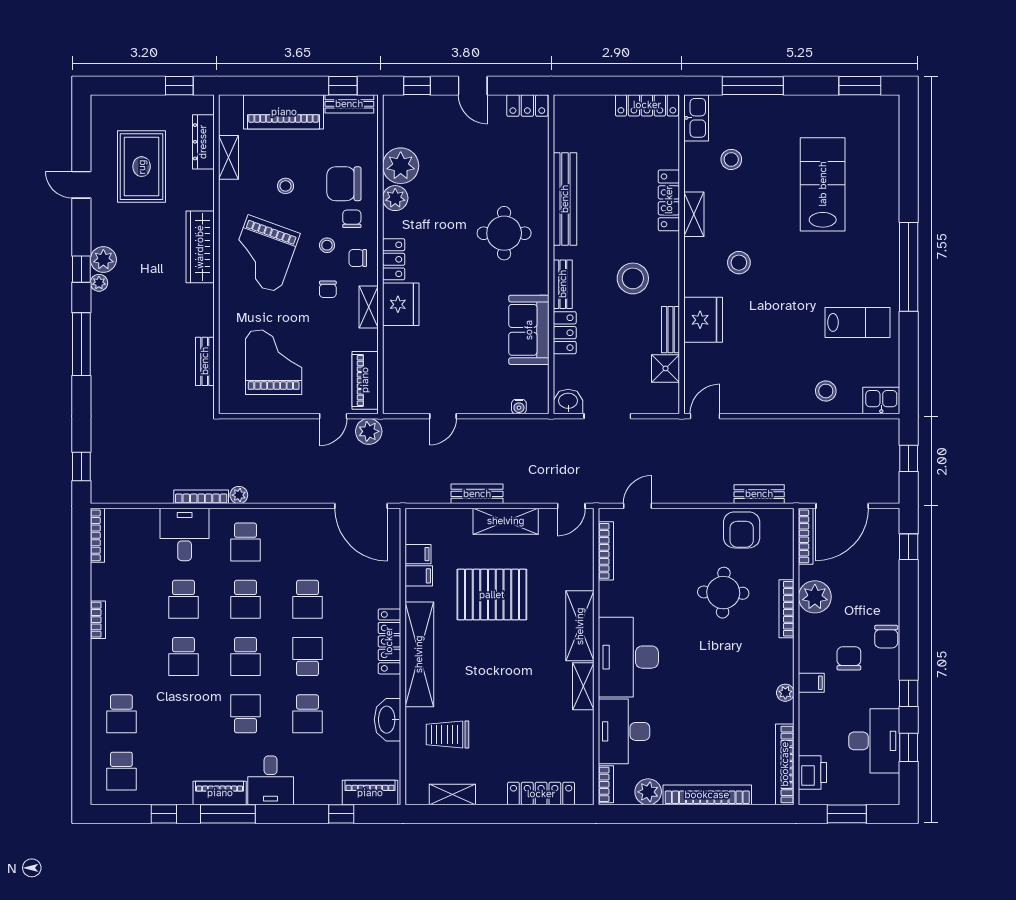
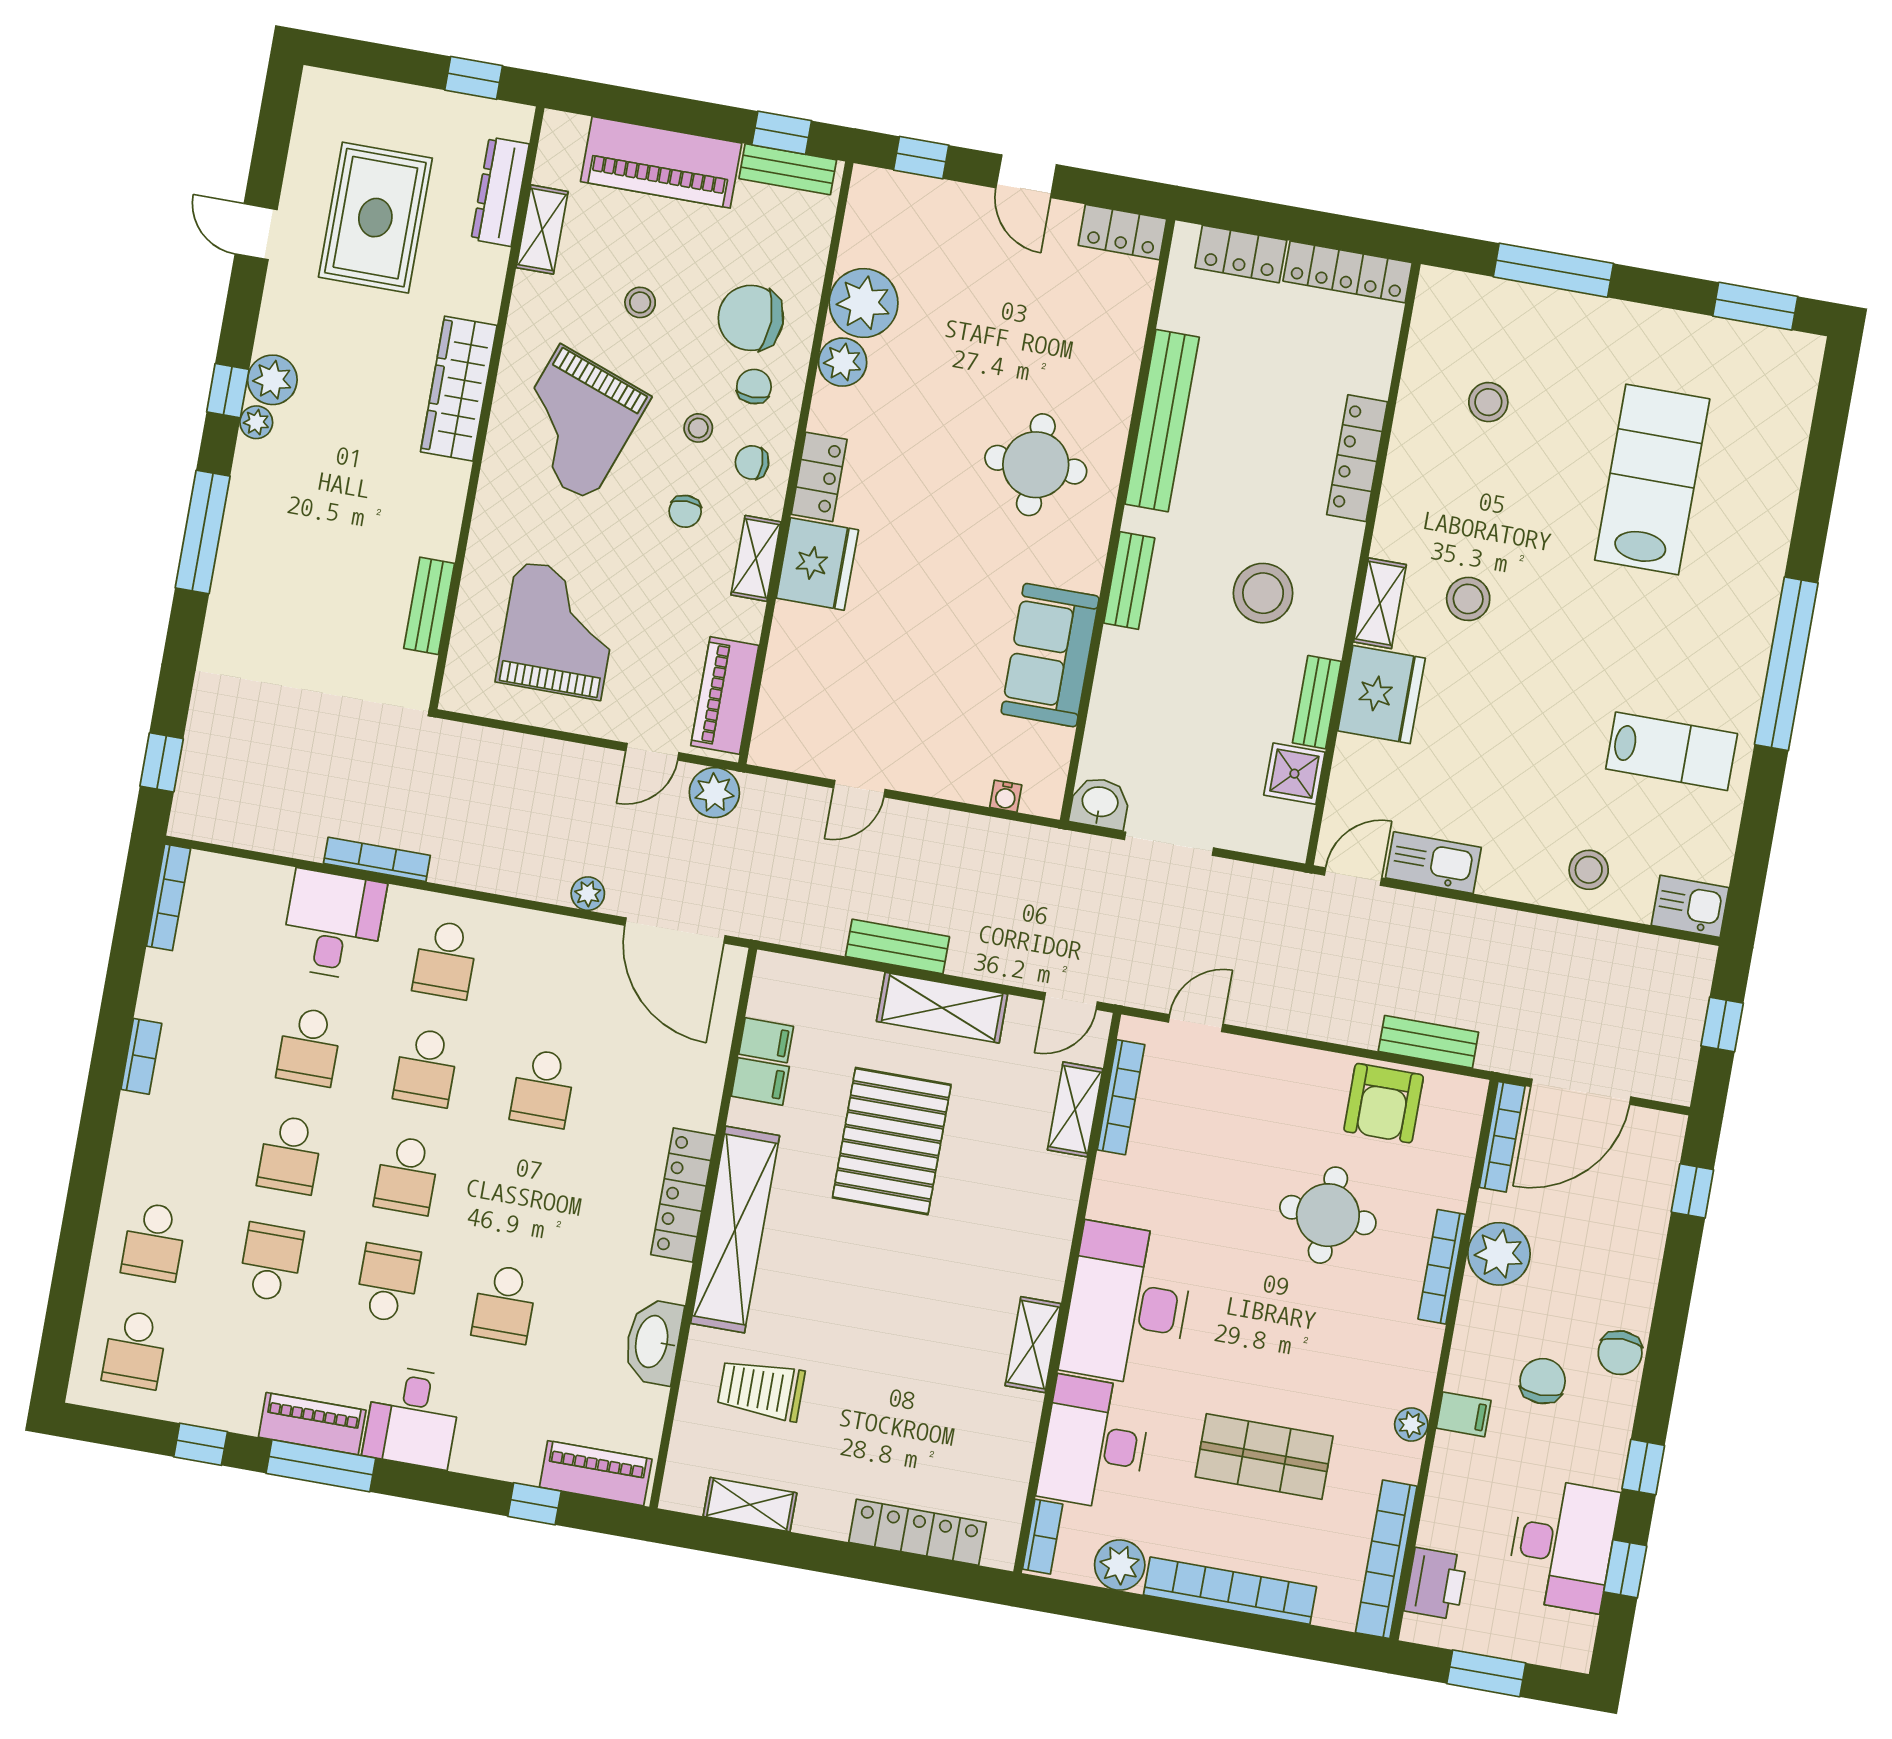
kitchen sink: (696, 118) -> (1433, 863), moved, turned -90
shelving: (694, 214) -> (1380, 603), moved
locker: (565, 333) -> (1241, 254), moved, turned 90
plant: (239, 495) -> (588, 894), moved
pallet: (492, 595) -> (892, 1141), turned 90
shelving: (580, 626) -> (1075, 1109), moved, width x0.67, depth x0.75
school desk: (308, 657) -> (271, 1262), moved
shop shelf: (713, 723) -> (1264, 1457), added

